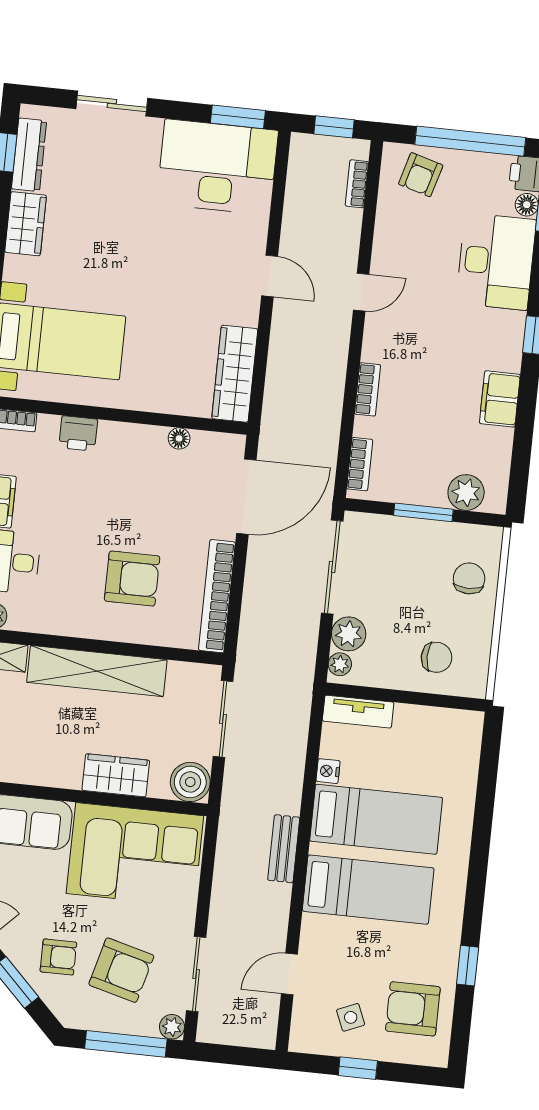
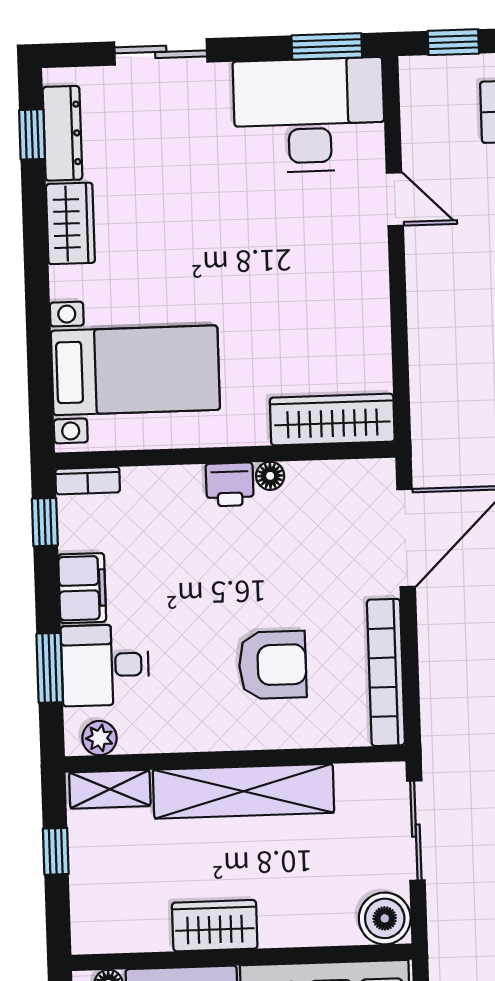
door: (270, 276) -> (395, 199), moved
wardrobe: (235, 374) -> (332, 420), moved, turned 90
printer: (78, 433) -> (230, 484), moved
floor lamp: (179, 438) -> (270, 476), moved
wardrobe: (116, 775) -> (215, 926), moved

